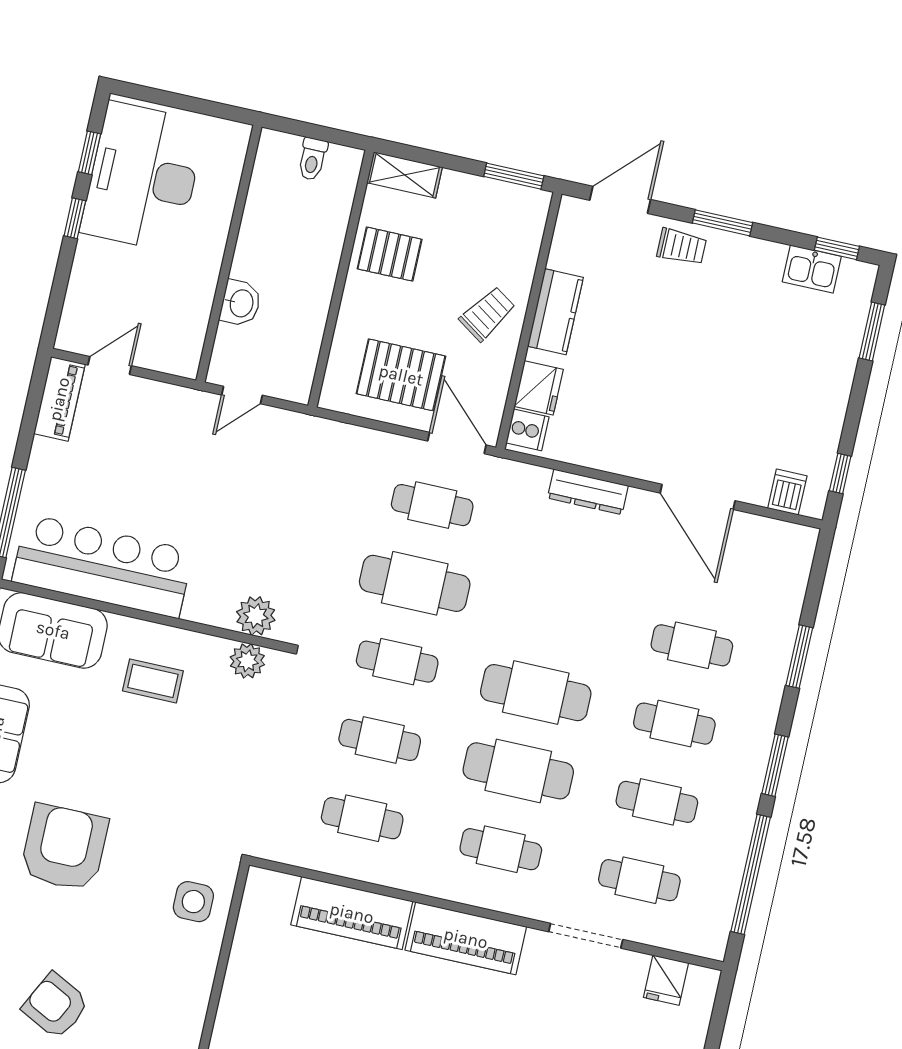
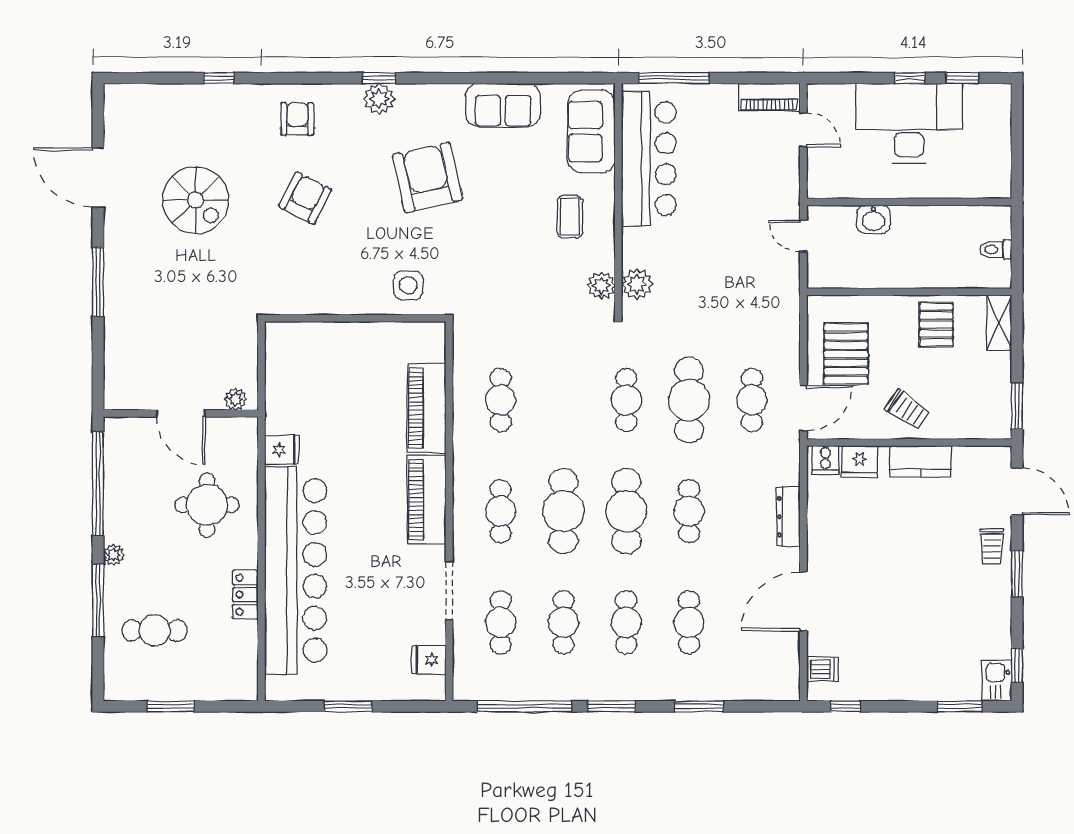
desk: (143, 177) -> (909, 123), moved
kitchen sink: (812, 269) -> (997, 681), moved
cafe table: (380, 740) -> (689, 511), moved
armchair: (64, 848) -> (427, 177), turned -103

